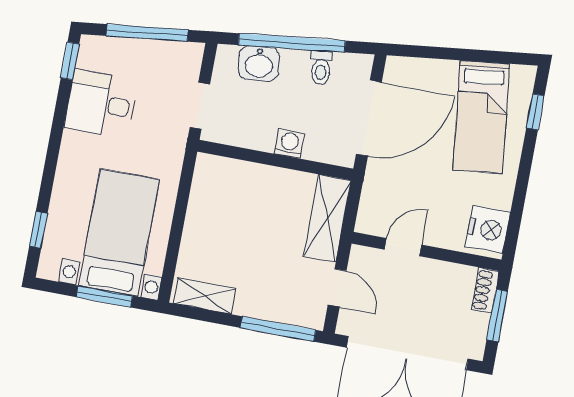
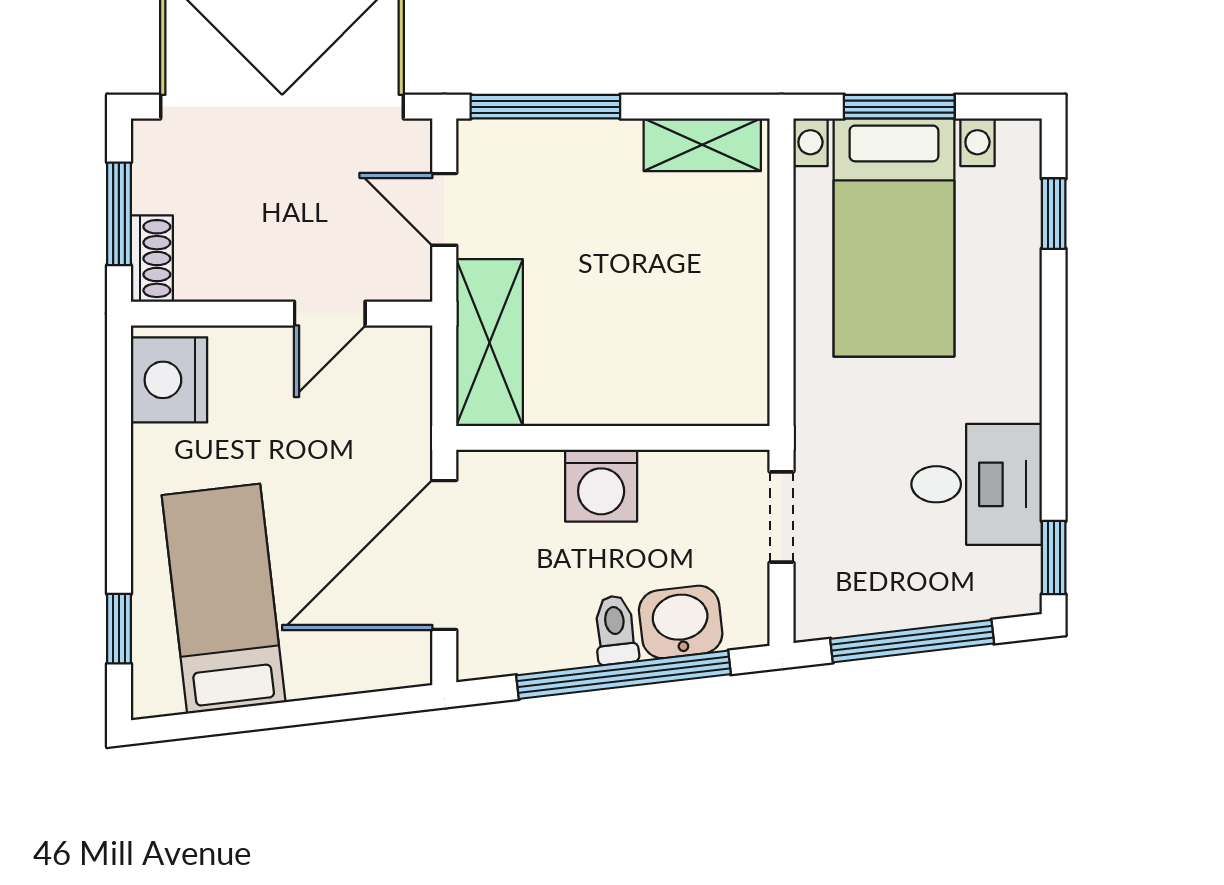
toilet: (321, 68) -> (615, 630), moved
washing machine: (289, 144) -> (601, 486), width x1.38, depth x1.38

